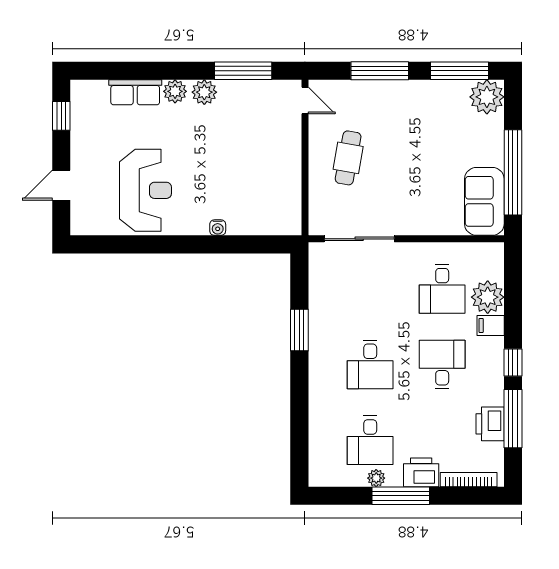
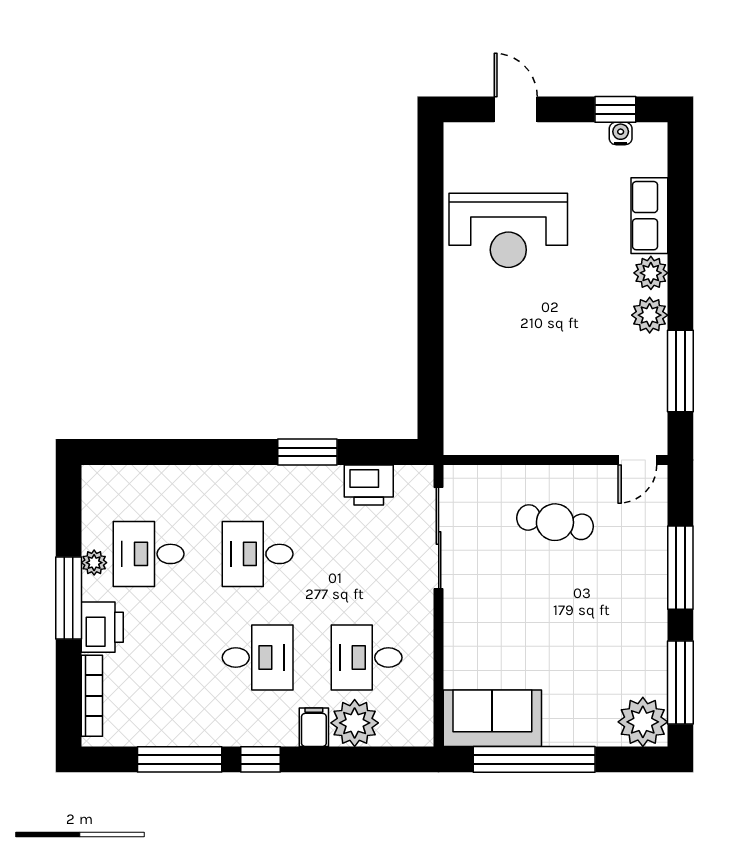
water cooler: (218, 228) -> (621, 133), moved, turned 90
printer: (490, 424) -> (369, 485), moved, turned 180

